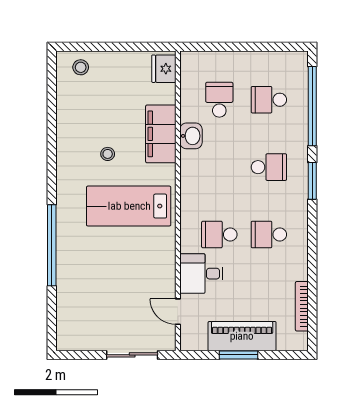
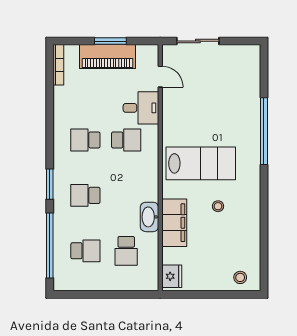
washbasin: (191, 136) -> (149, 217), width x1.38
school desk: (269, 235) -> (85, 140), turned 180
bookcase: (302, 306) -> (58, 65), moved

